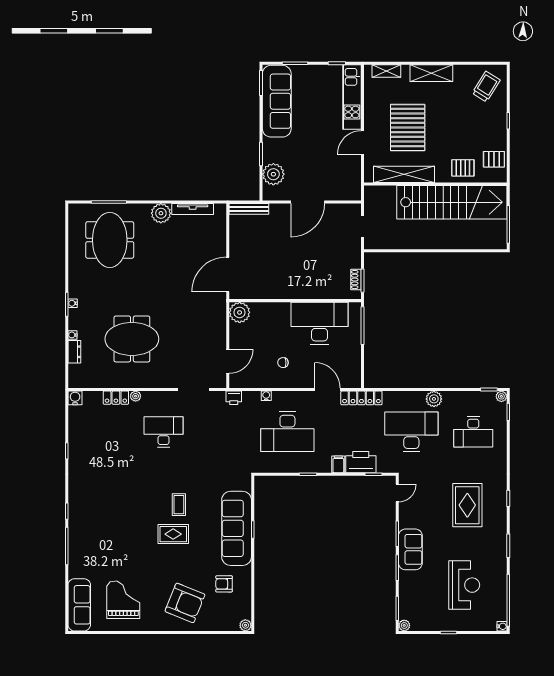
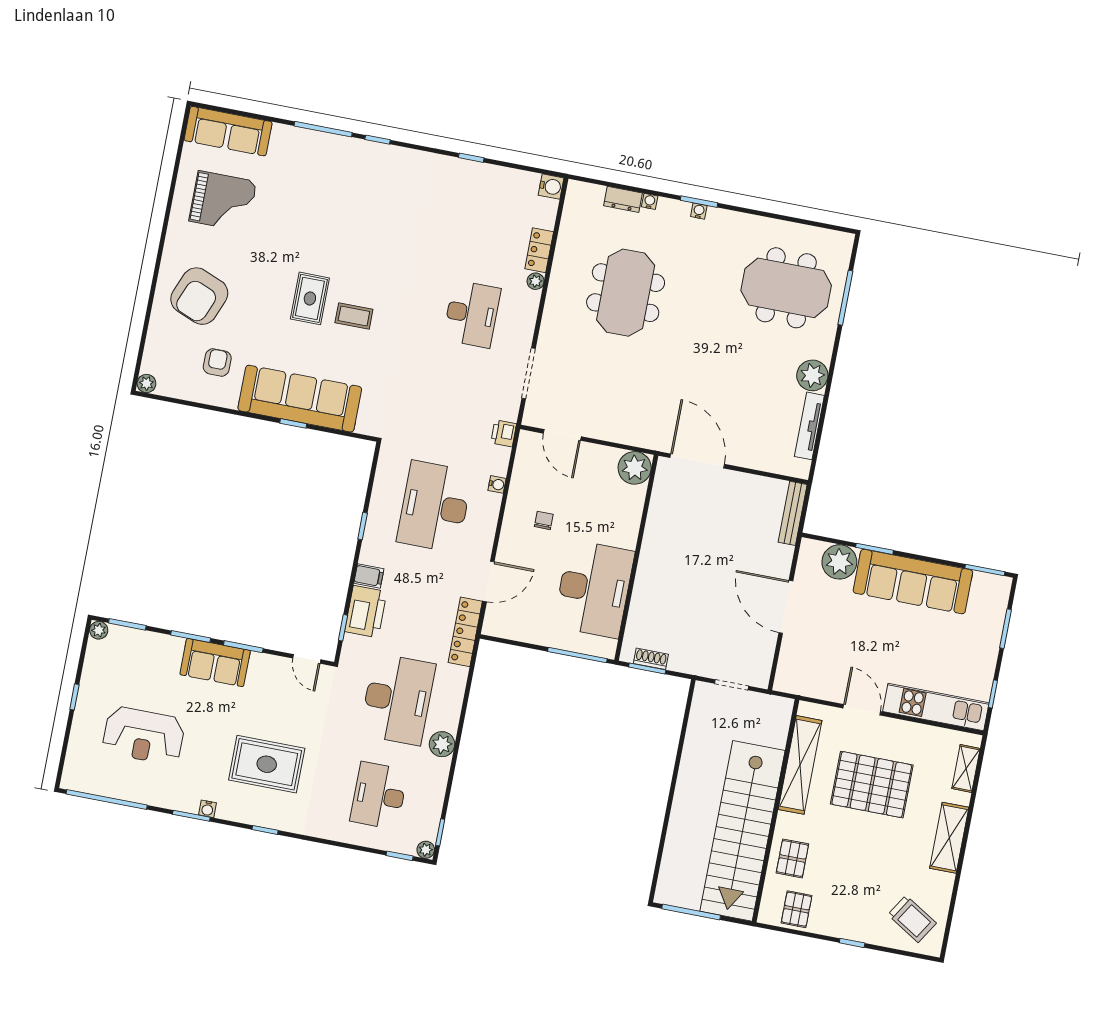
sofa: (277, 101) -> (913, 581), moved
water cooler: (502, 626) -> (207, 809), moved

